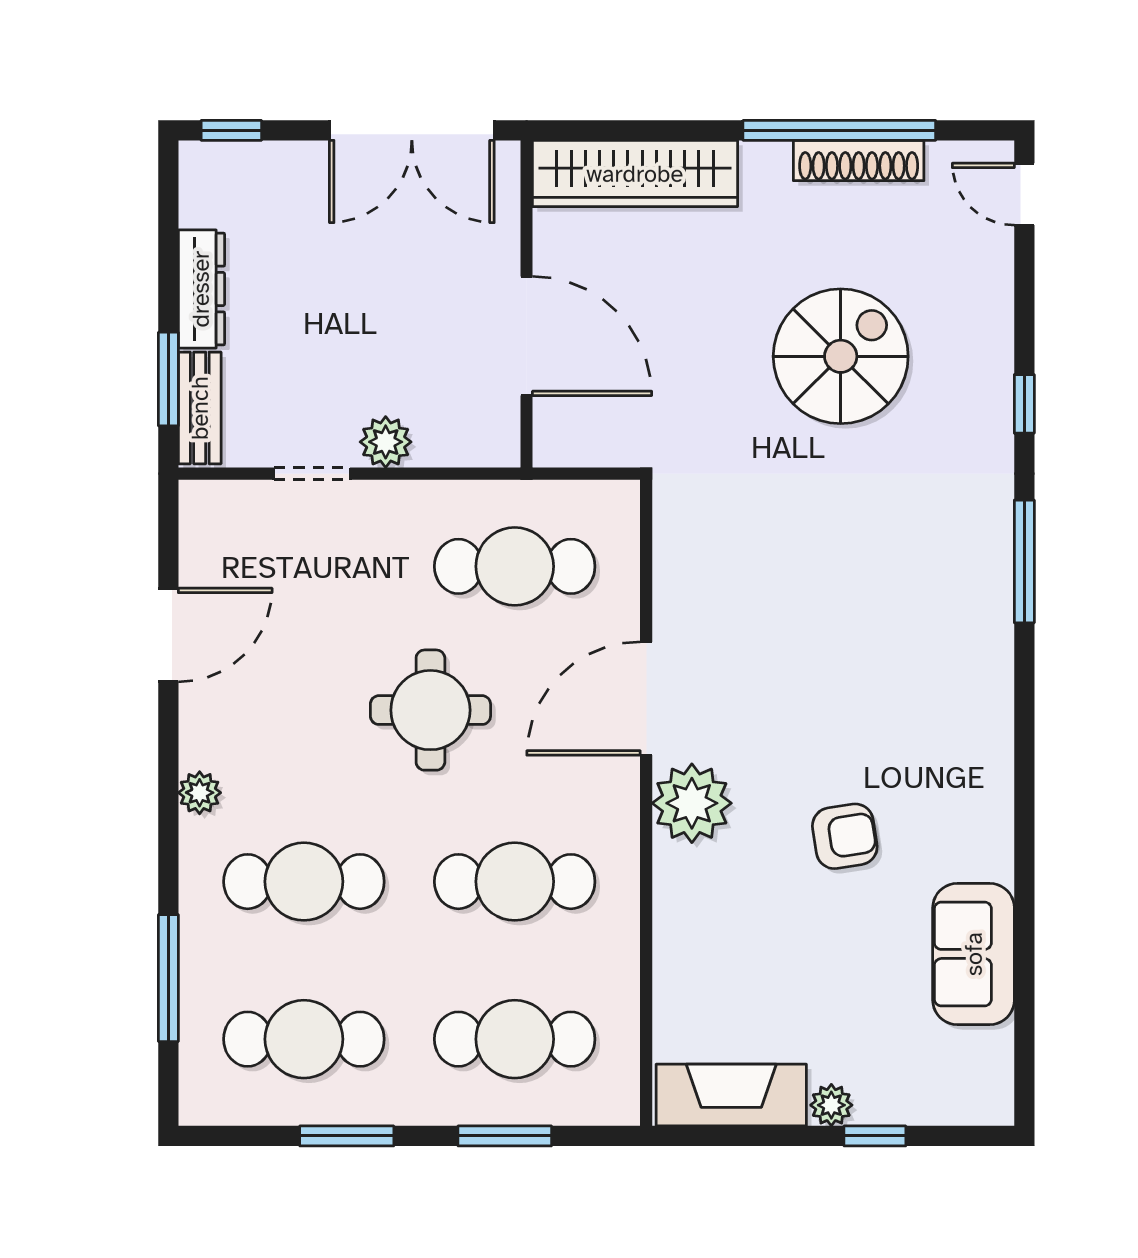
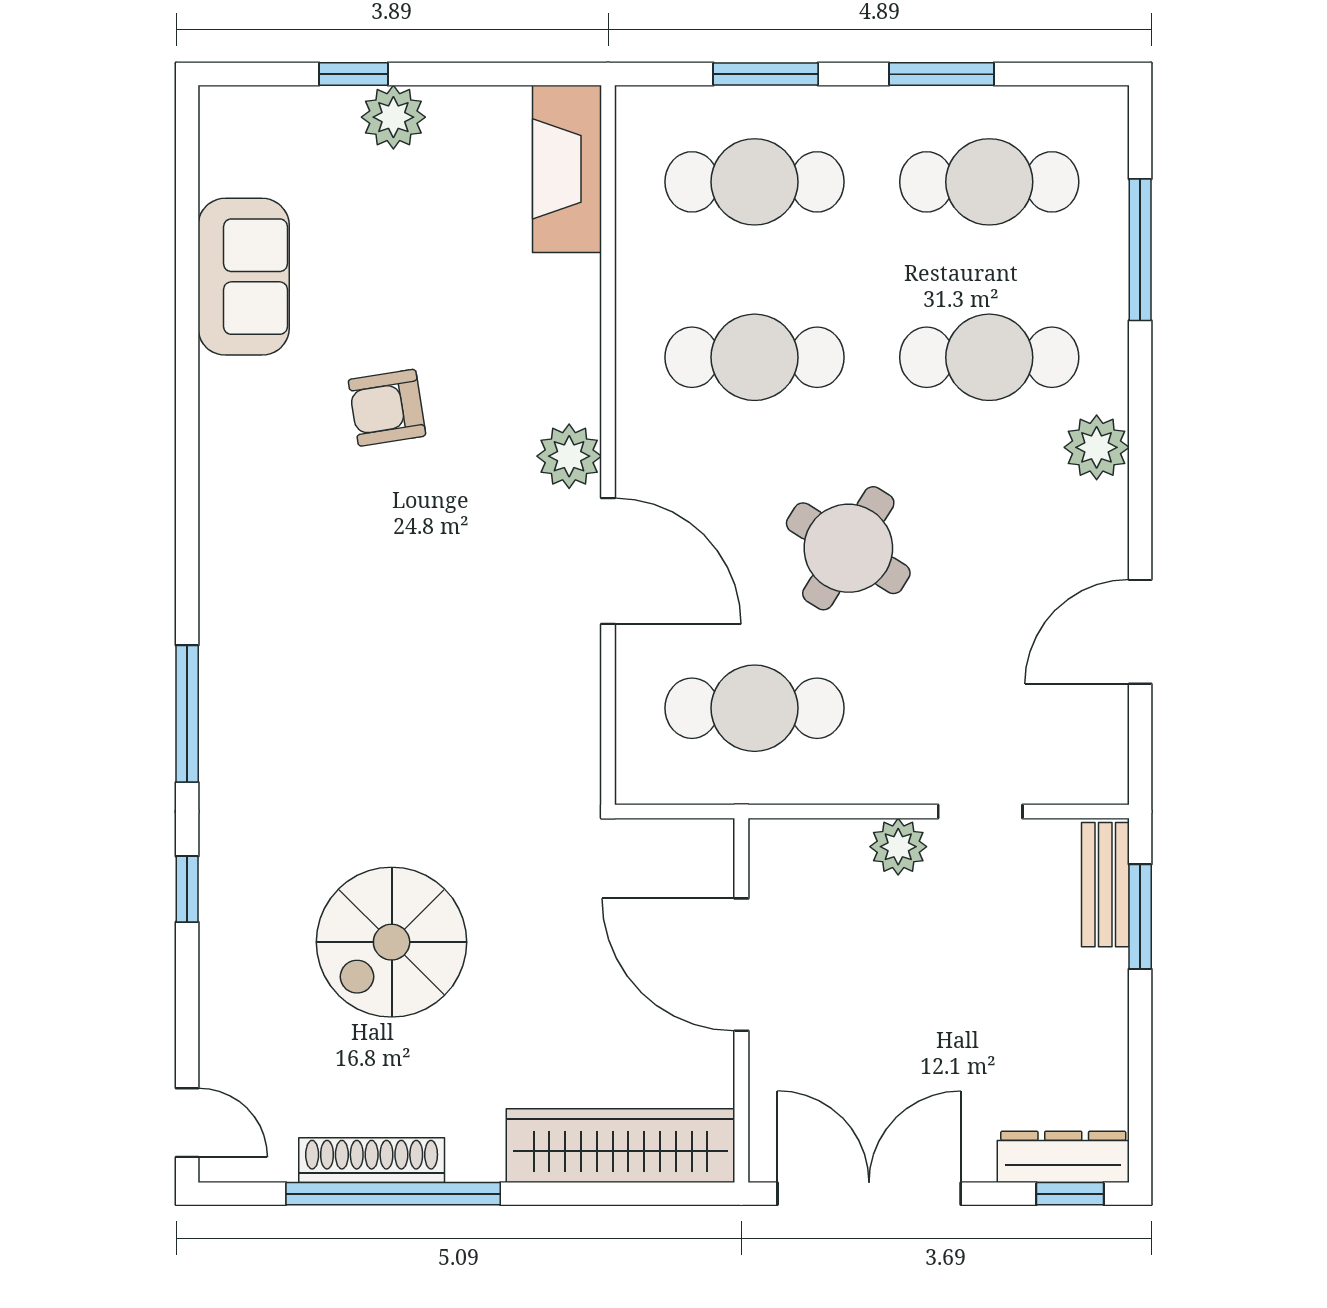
dresser: (201, 289) -> (1063, 1157), moved, turned 90
door: (646, 699) -> (608, 561), hinge flipped
round table: (430, 710) -> (848, 548), turned 32
plant: (200, 793) -> (1097, 447), width x1.38, depth x1.38
plant: (692, 803) -> (569, 456), width x0.73, depth x0.73
fireplace: (731, 1095) -> (567, 169), moved, turned 90
plant: (831, 1105) -> (393, 117), width x1.38, depth x1.38

